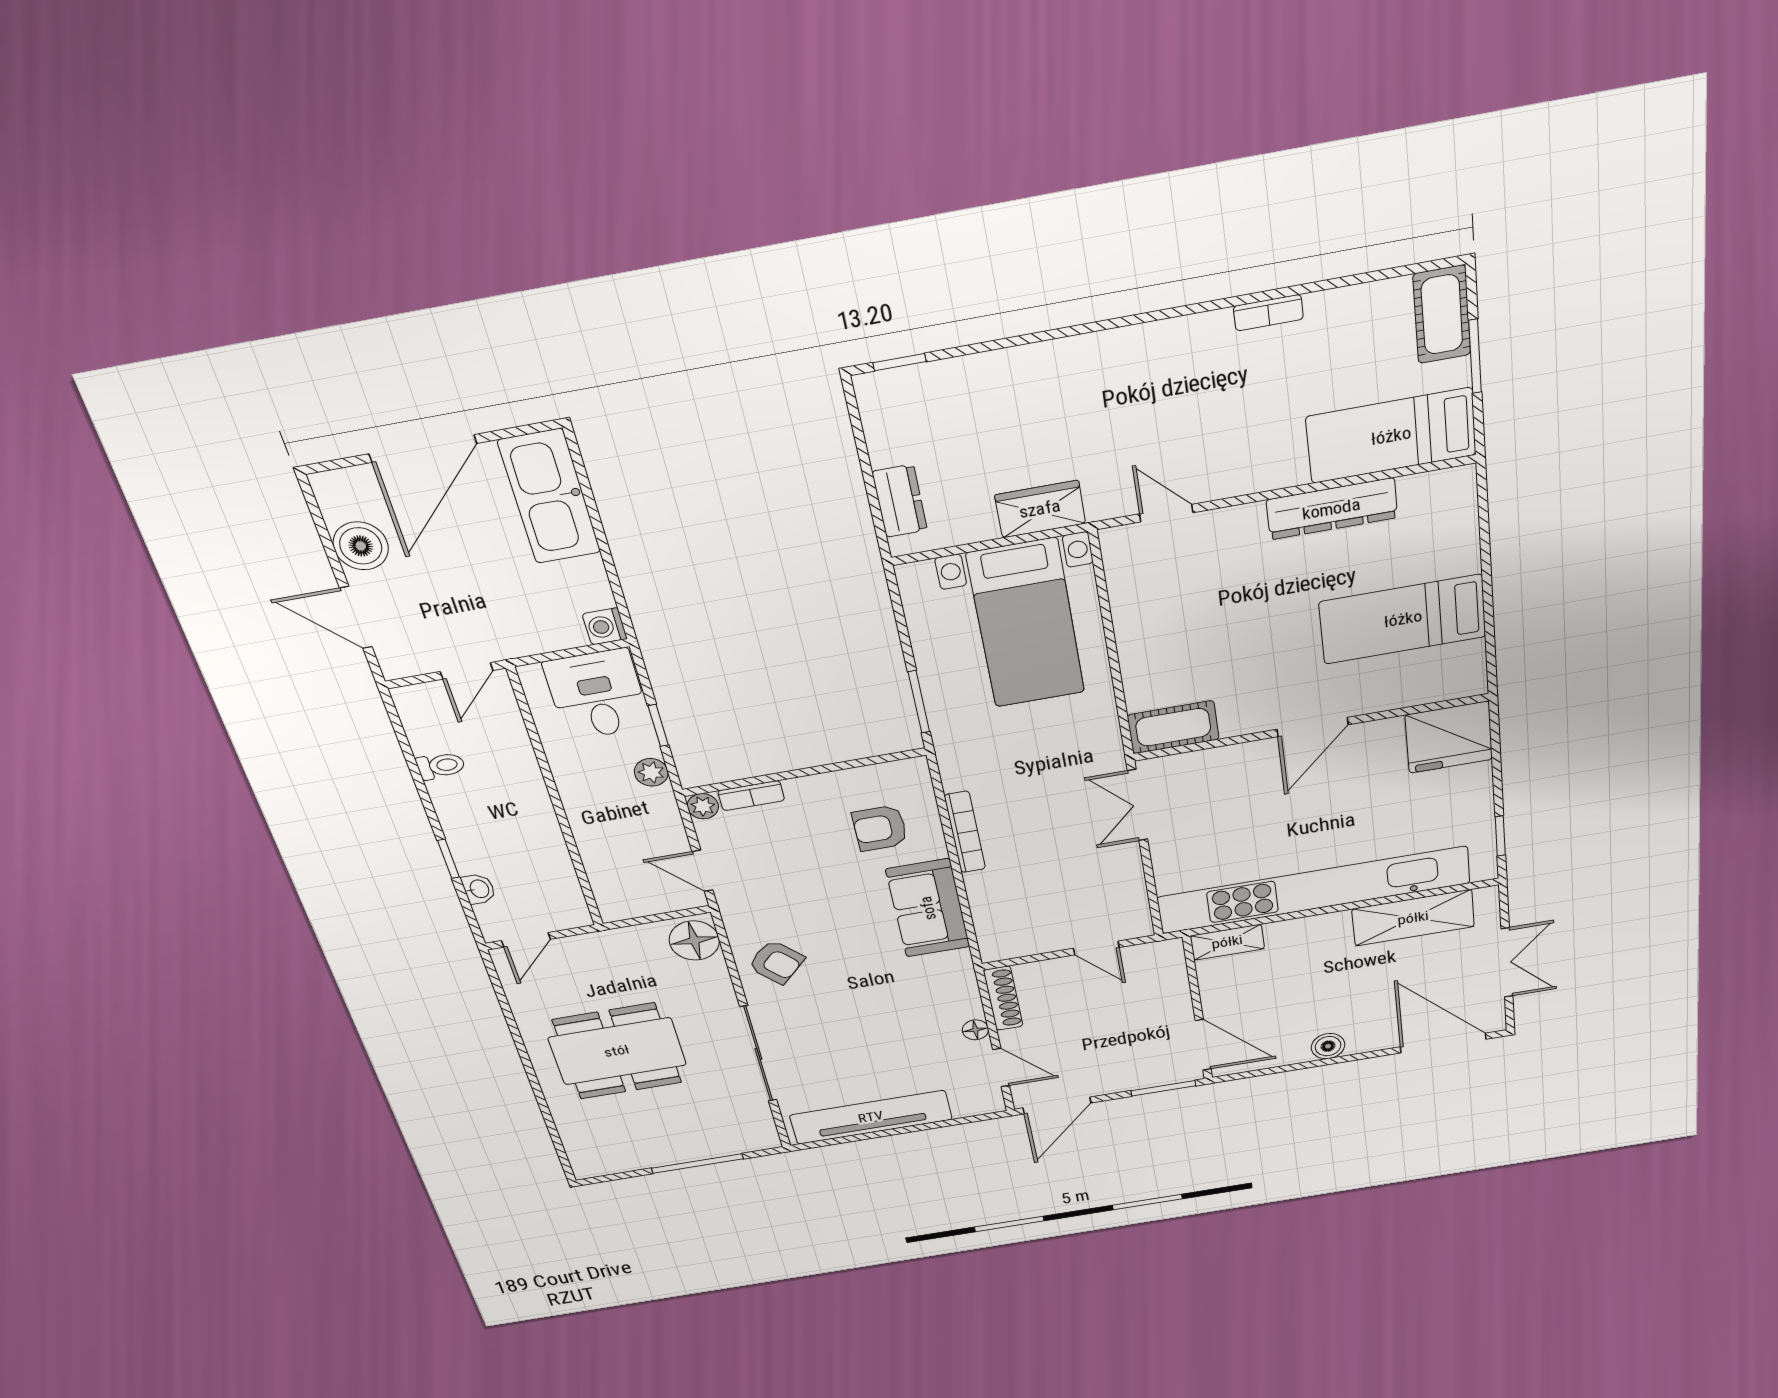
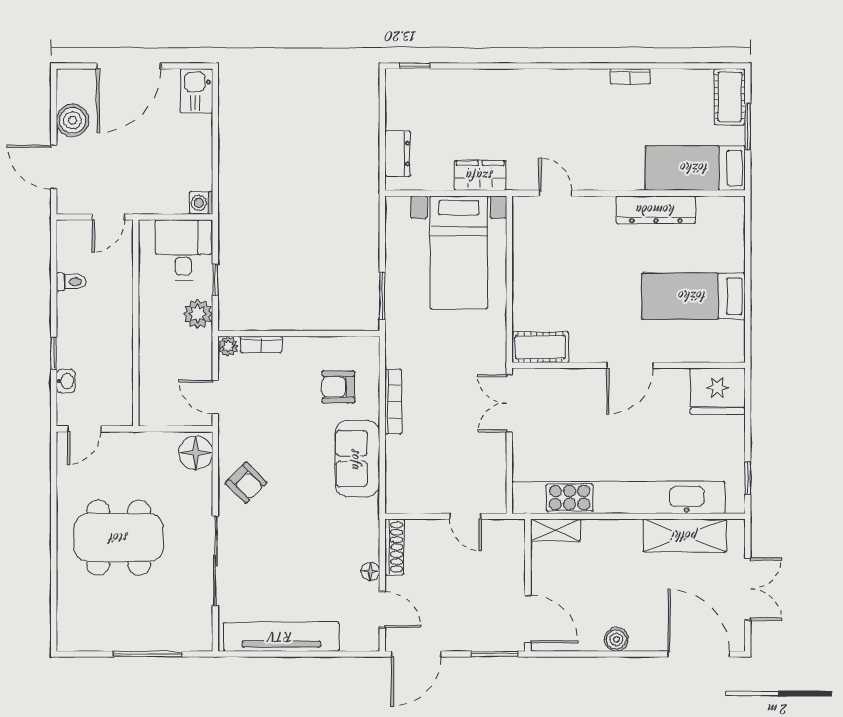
kitchen sink: (549, 497) -> (196, 91), width x0.53, depth x0.81
plant: (651, 772) -> (198, 314), width x1.38, depth x1.38

